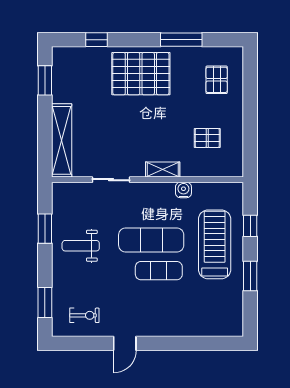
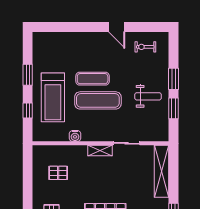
shelving: (163, 169) -> (100, 151), moved
window: (45, 303) -> (173, 79), moved
door: (125, 343) -> (117, 27), swing flipped

